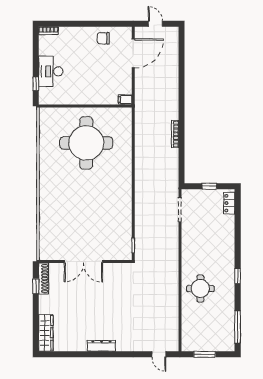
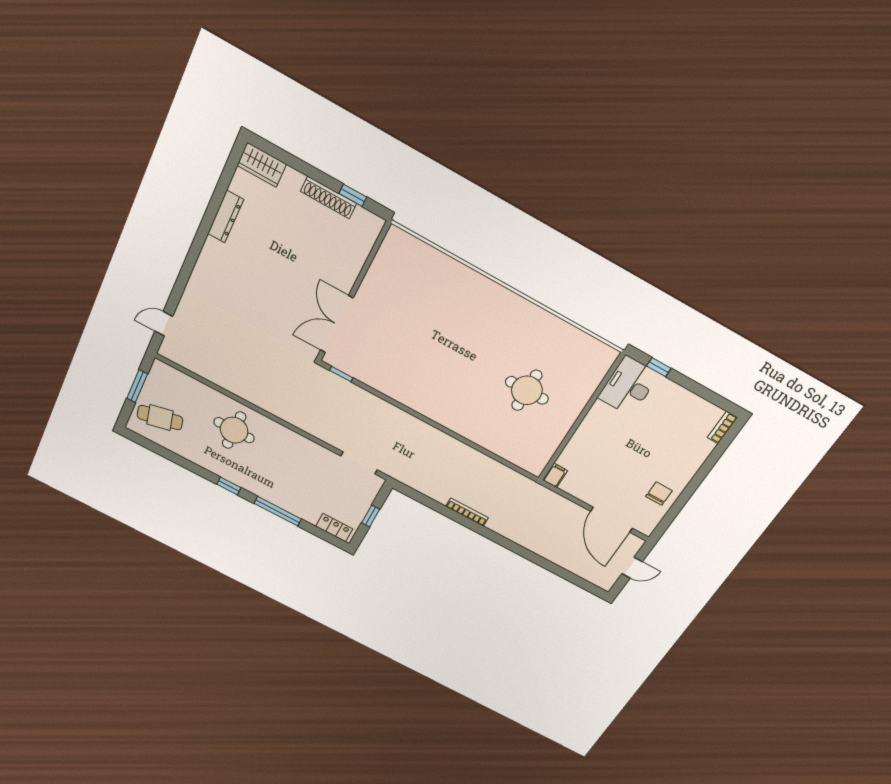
desk: (51, 71) -> (629, 386), moved, turned -90
round table: (86, 143) -> (527, 390), width x0.54, depth x0.54
double door: (83, 262) -> (337, 324), moved
shoe rack: (44, 279) -> (329, 197), moved
window: (238, 327) -> (278, 511), moved
wardrobe: (46, 333) -> (262, 165), width x0.67
cafe table: (217, 334) -> (160, 418), added
dresser: (101, 346) -> (226, 217), moved

